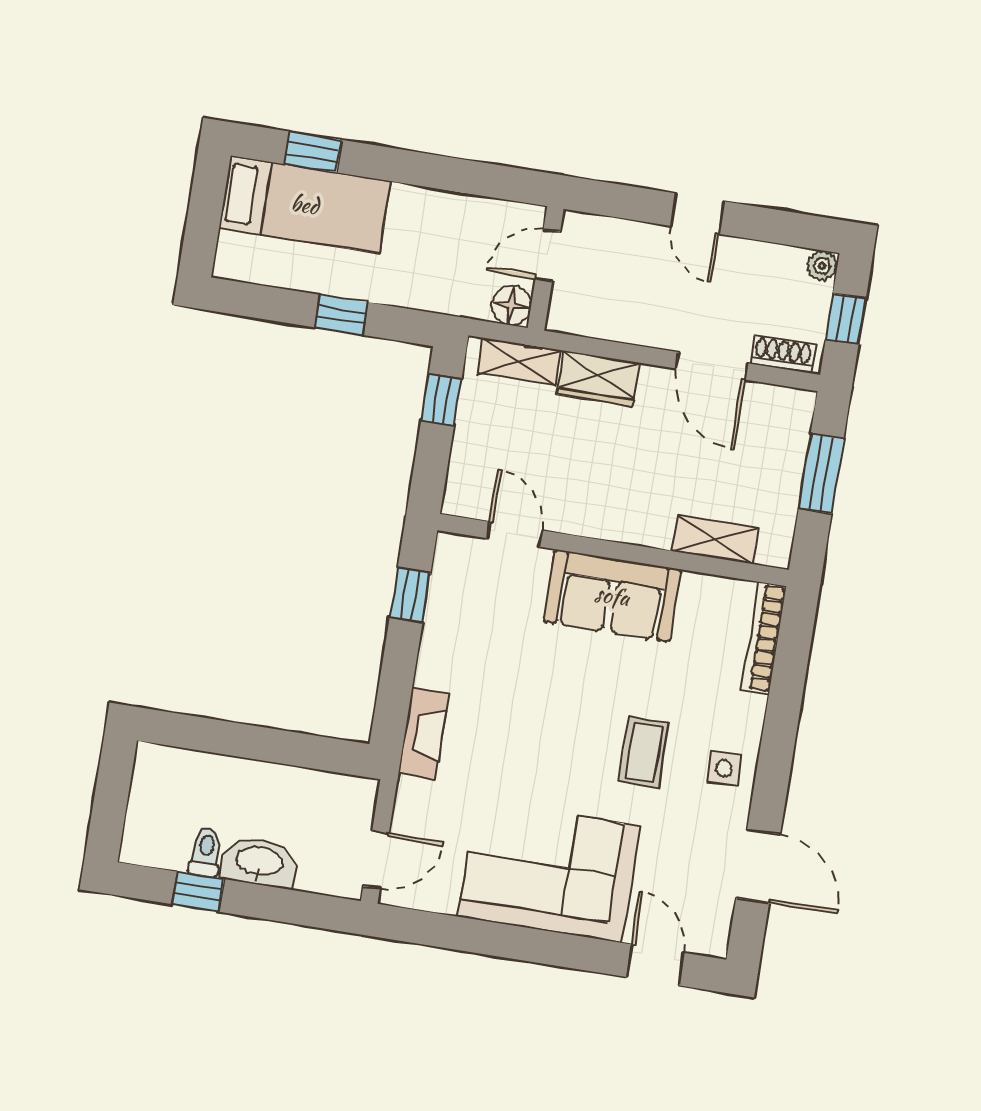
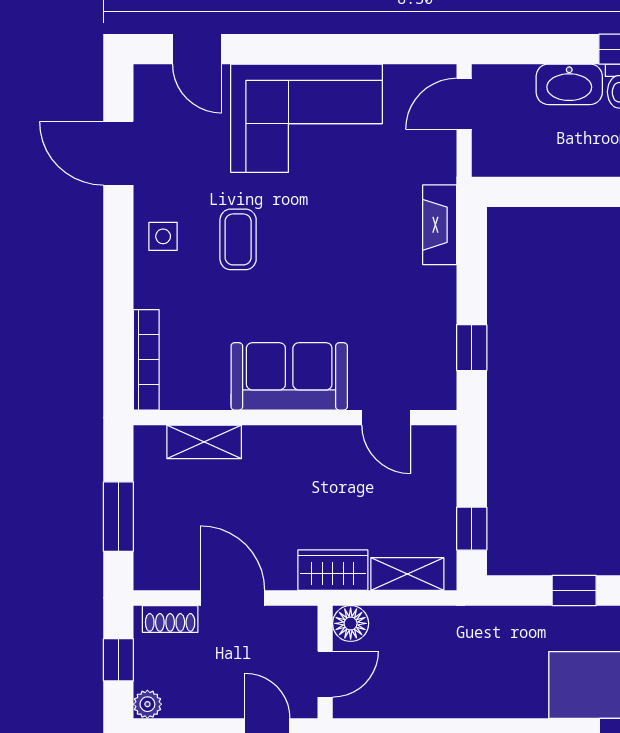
door: (548, 255) -> (325, 674), moved
wall: (546, 268) -> (325, 662), moved
floor lamp: (511, 306) -> (351, 623), moved

